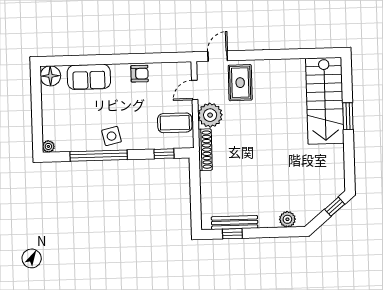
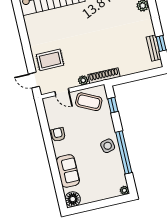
plant: (210, 115) -> (83, 80), width x0.53, depth x0.53
coffee table: (175, 123) -> (89, 102), turned -64
bench: (235, 223) -> (154, 48), width x0.73

